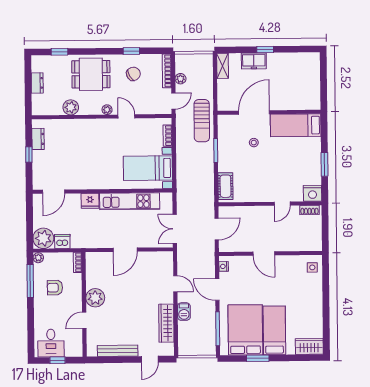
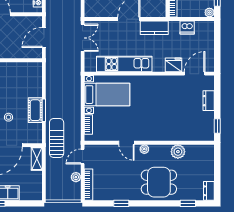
shelving: (223, 66) -> (37, 159), moved
chair: (133, 74) -> (120, 182), removed
dresser: (37, 83) -> (209, 191), moved
dresser: (38, 139) -> (209, 101), moved
window: (29, 154) -> (217, 126), moved
cot: (225, 186) -> (35, 110), moved
fridge: (90, 201) -> (174, 65), moved
plant: (43, 238) -> (205, 30), removed
kitchen counter: (98, 241) -> (154, 28), added

